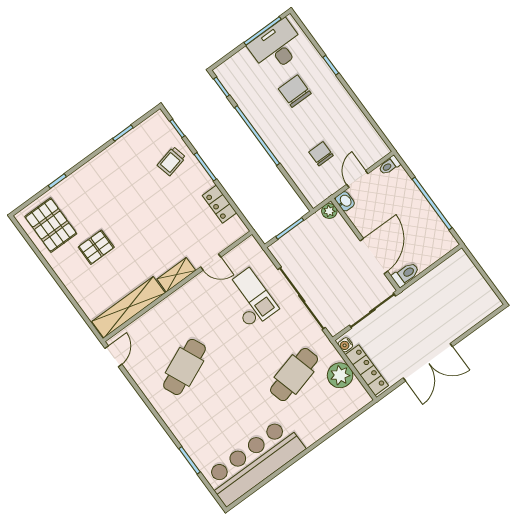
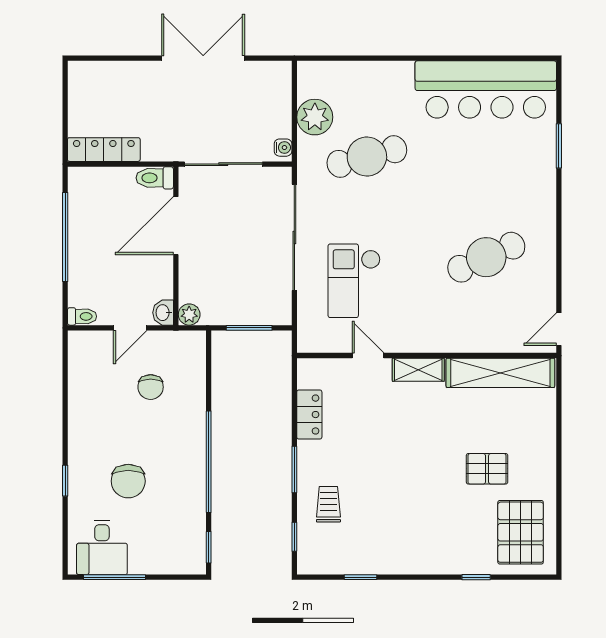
desk: (277, 46) -> (102, 547), width x0.73
trolley: (171, 161) -> (328, 504), turned -77
locker: (367, 370) -> (104, 150), moved, turned 90

